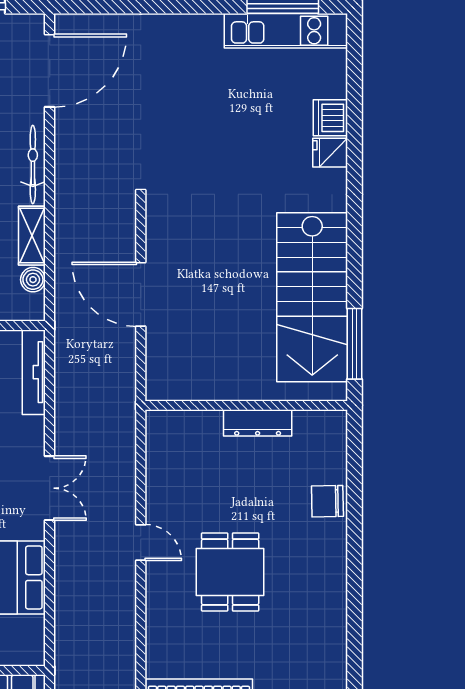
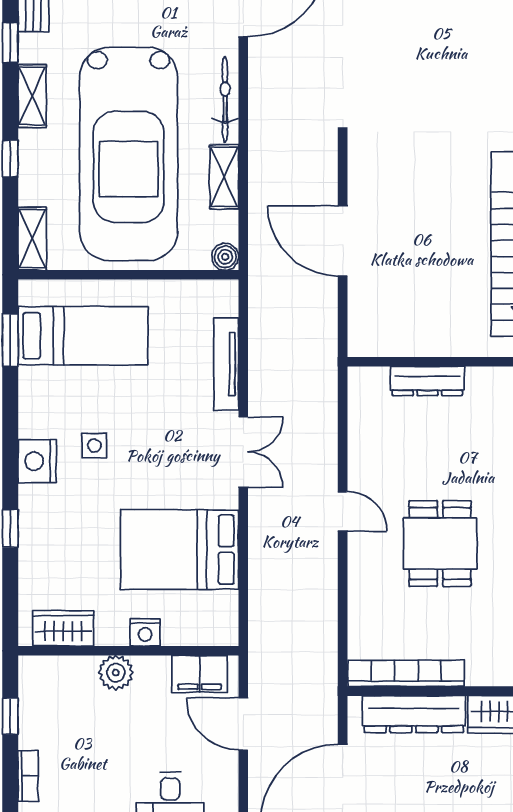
boiler: (33, 280) -> (225, 257), moved
tv unit: (34, 372) -> (226, 364), moved
dresser: (258, 423) -> (427, 381), moved

